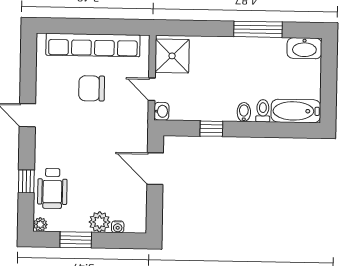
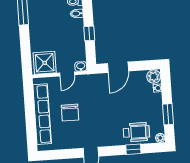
plant: (100, 222) -> (154, 77), moved

